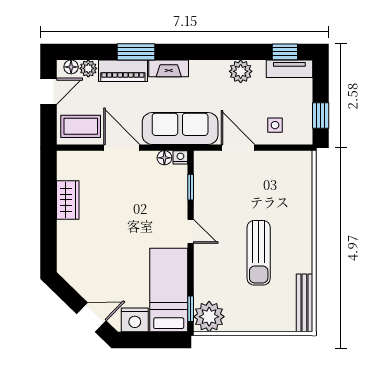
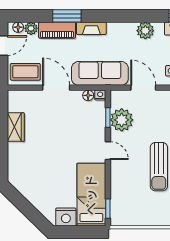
door: (91, 317) -> (33, 215), removed
plant: (209, 317) -> (122, 120), moved

